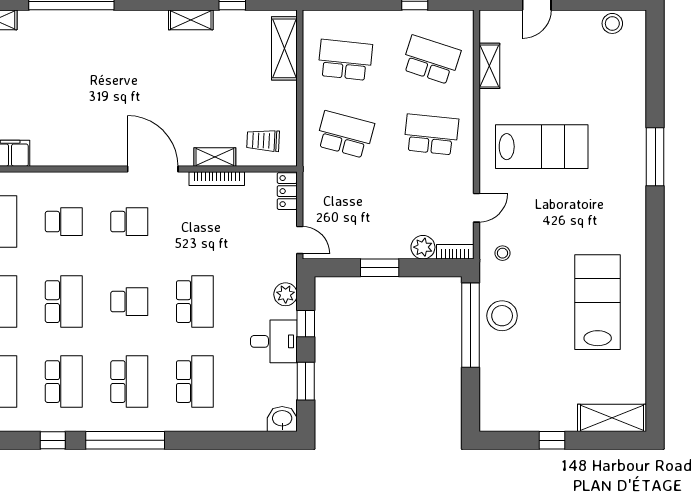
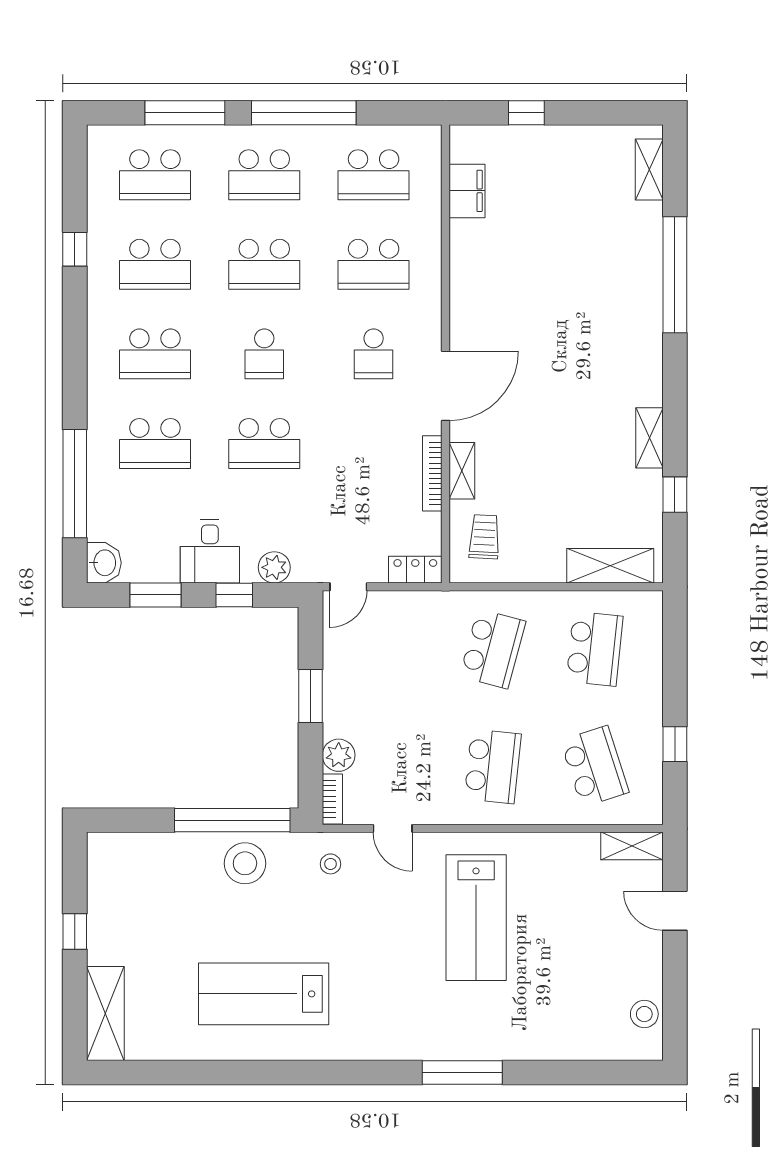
school desk: (431, 60) -> (595, 766), turned -36
shelving: (489, 66) -> (632, 846), moved
school desk: (64, 222) -> (374, 264), width x1.85
lab bench: (598, 302) -> (264, 994), turned 180
window: (125, 440) -> (75, 484), moved

